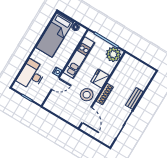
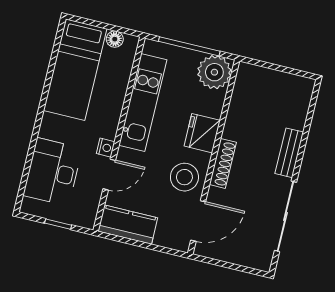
kitchen counter: (56, 107) -> (128, 225), added
door: (87, 115) -> (198, 221), hinge flipped

